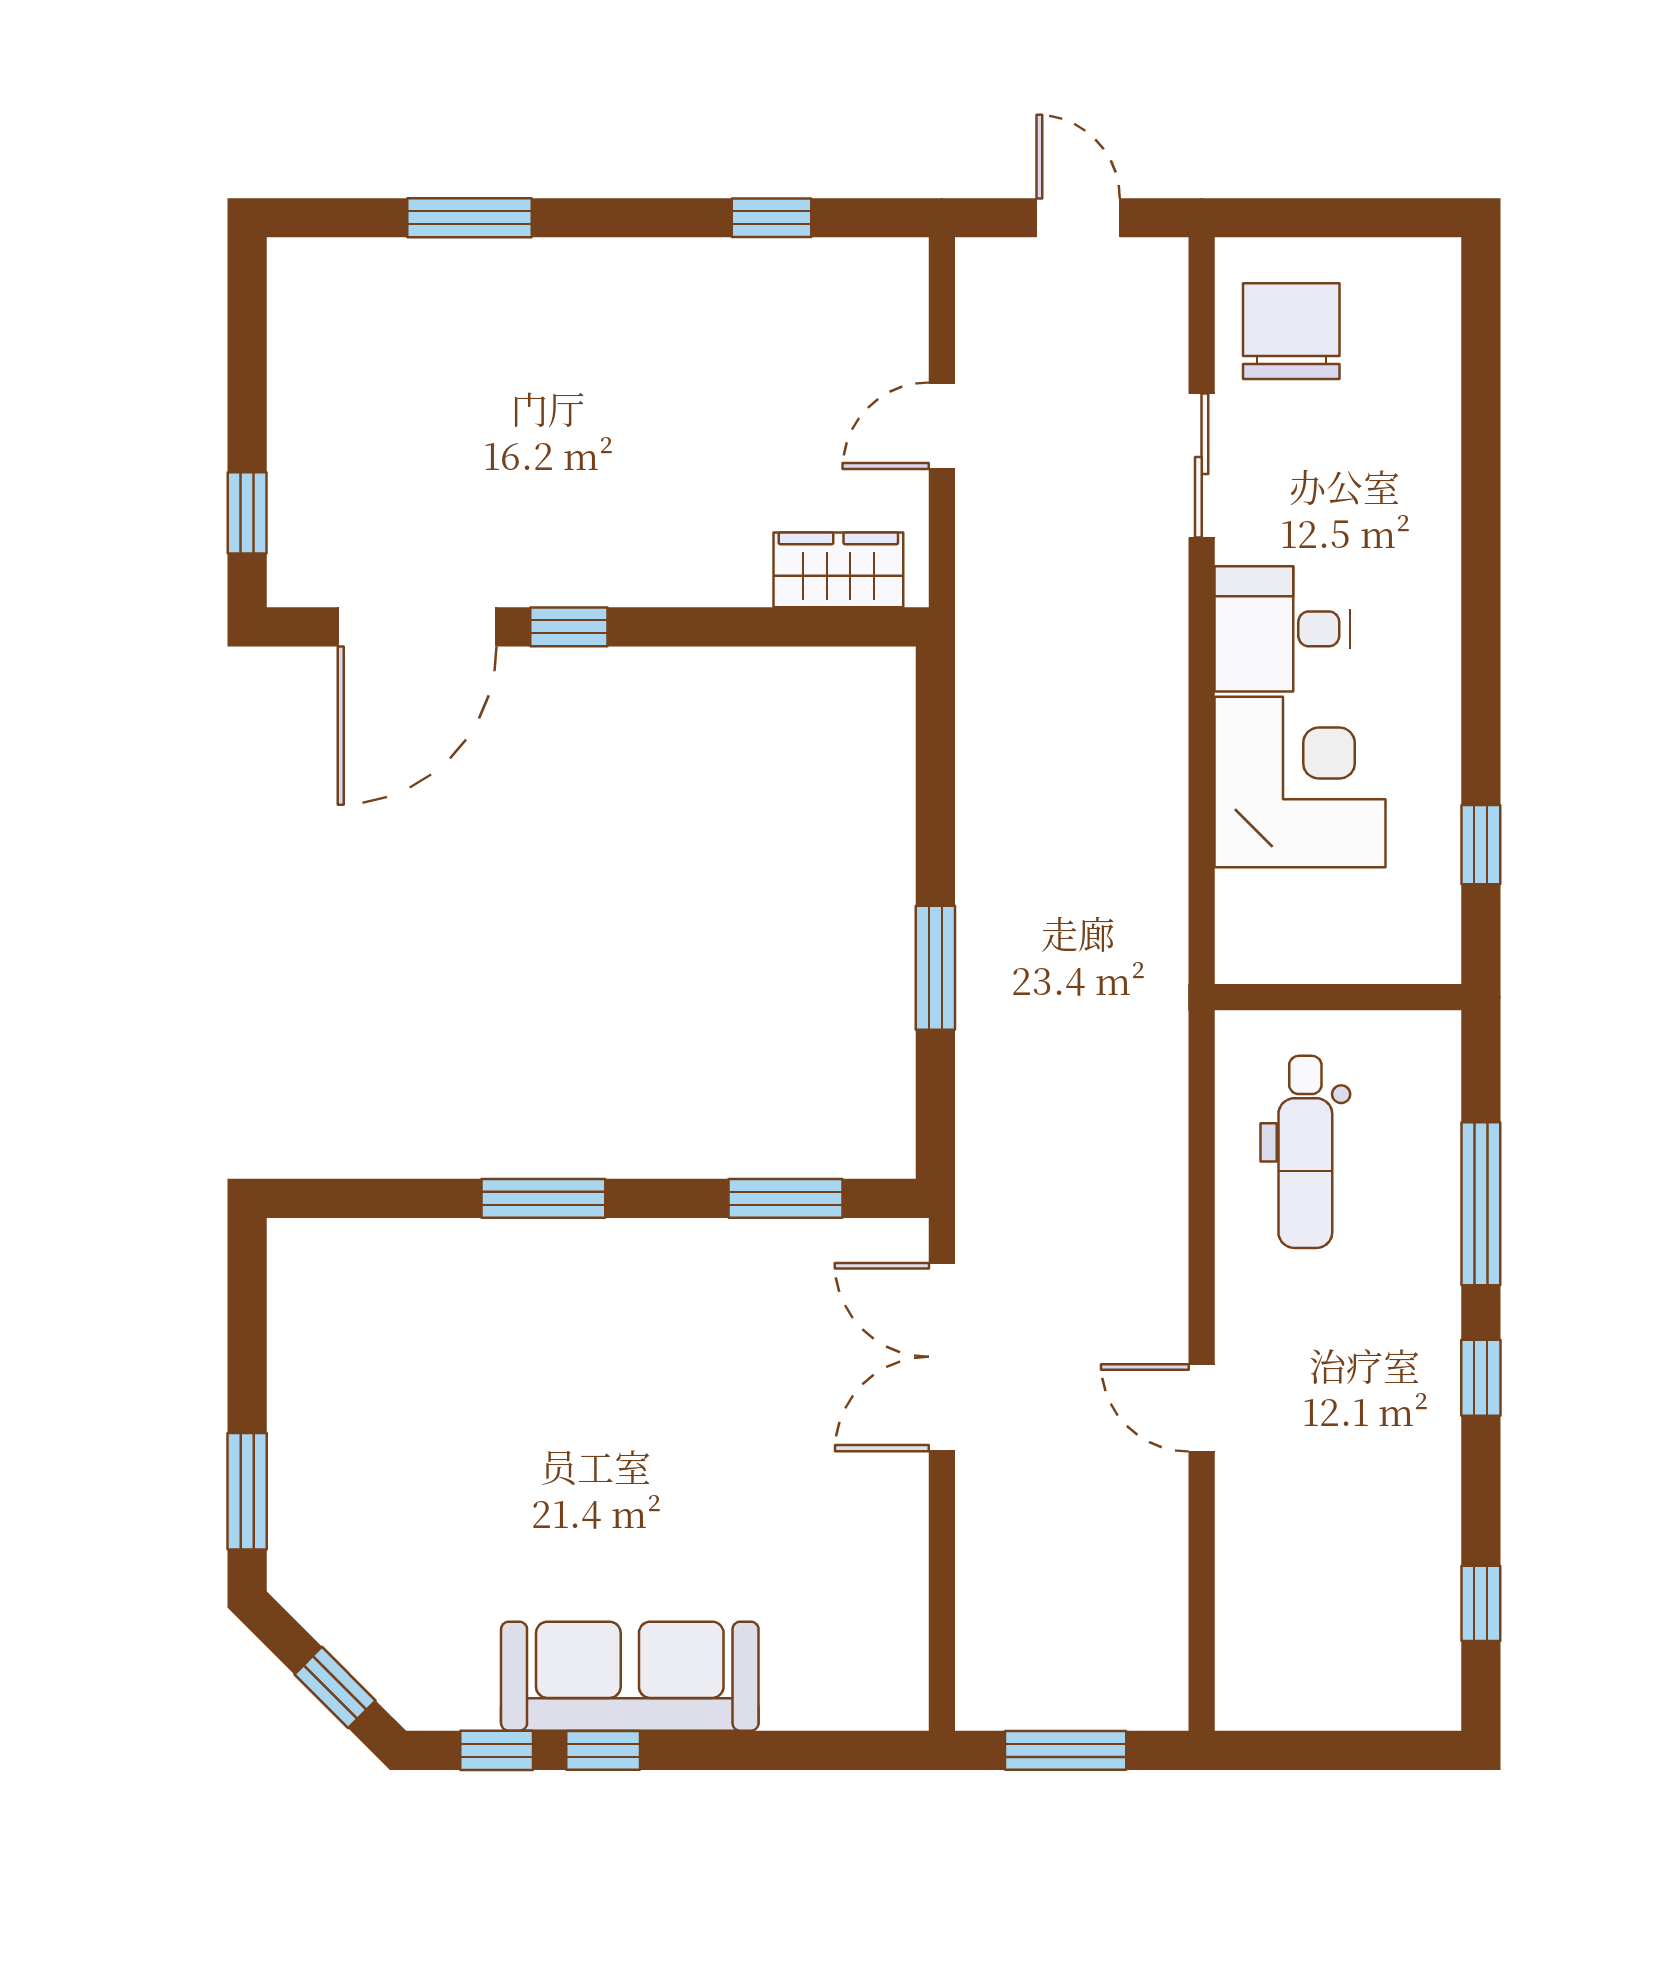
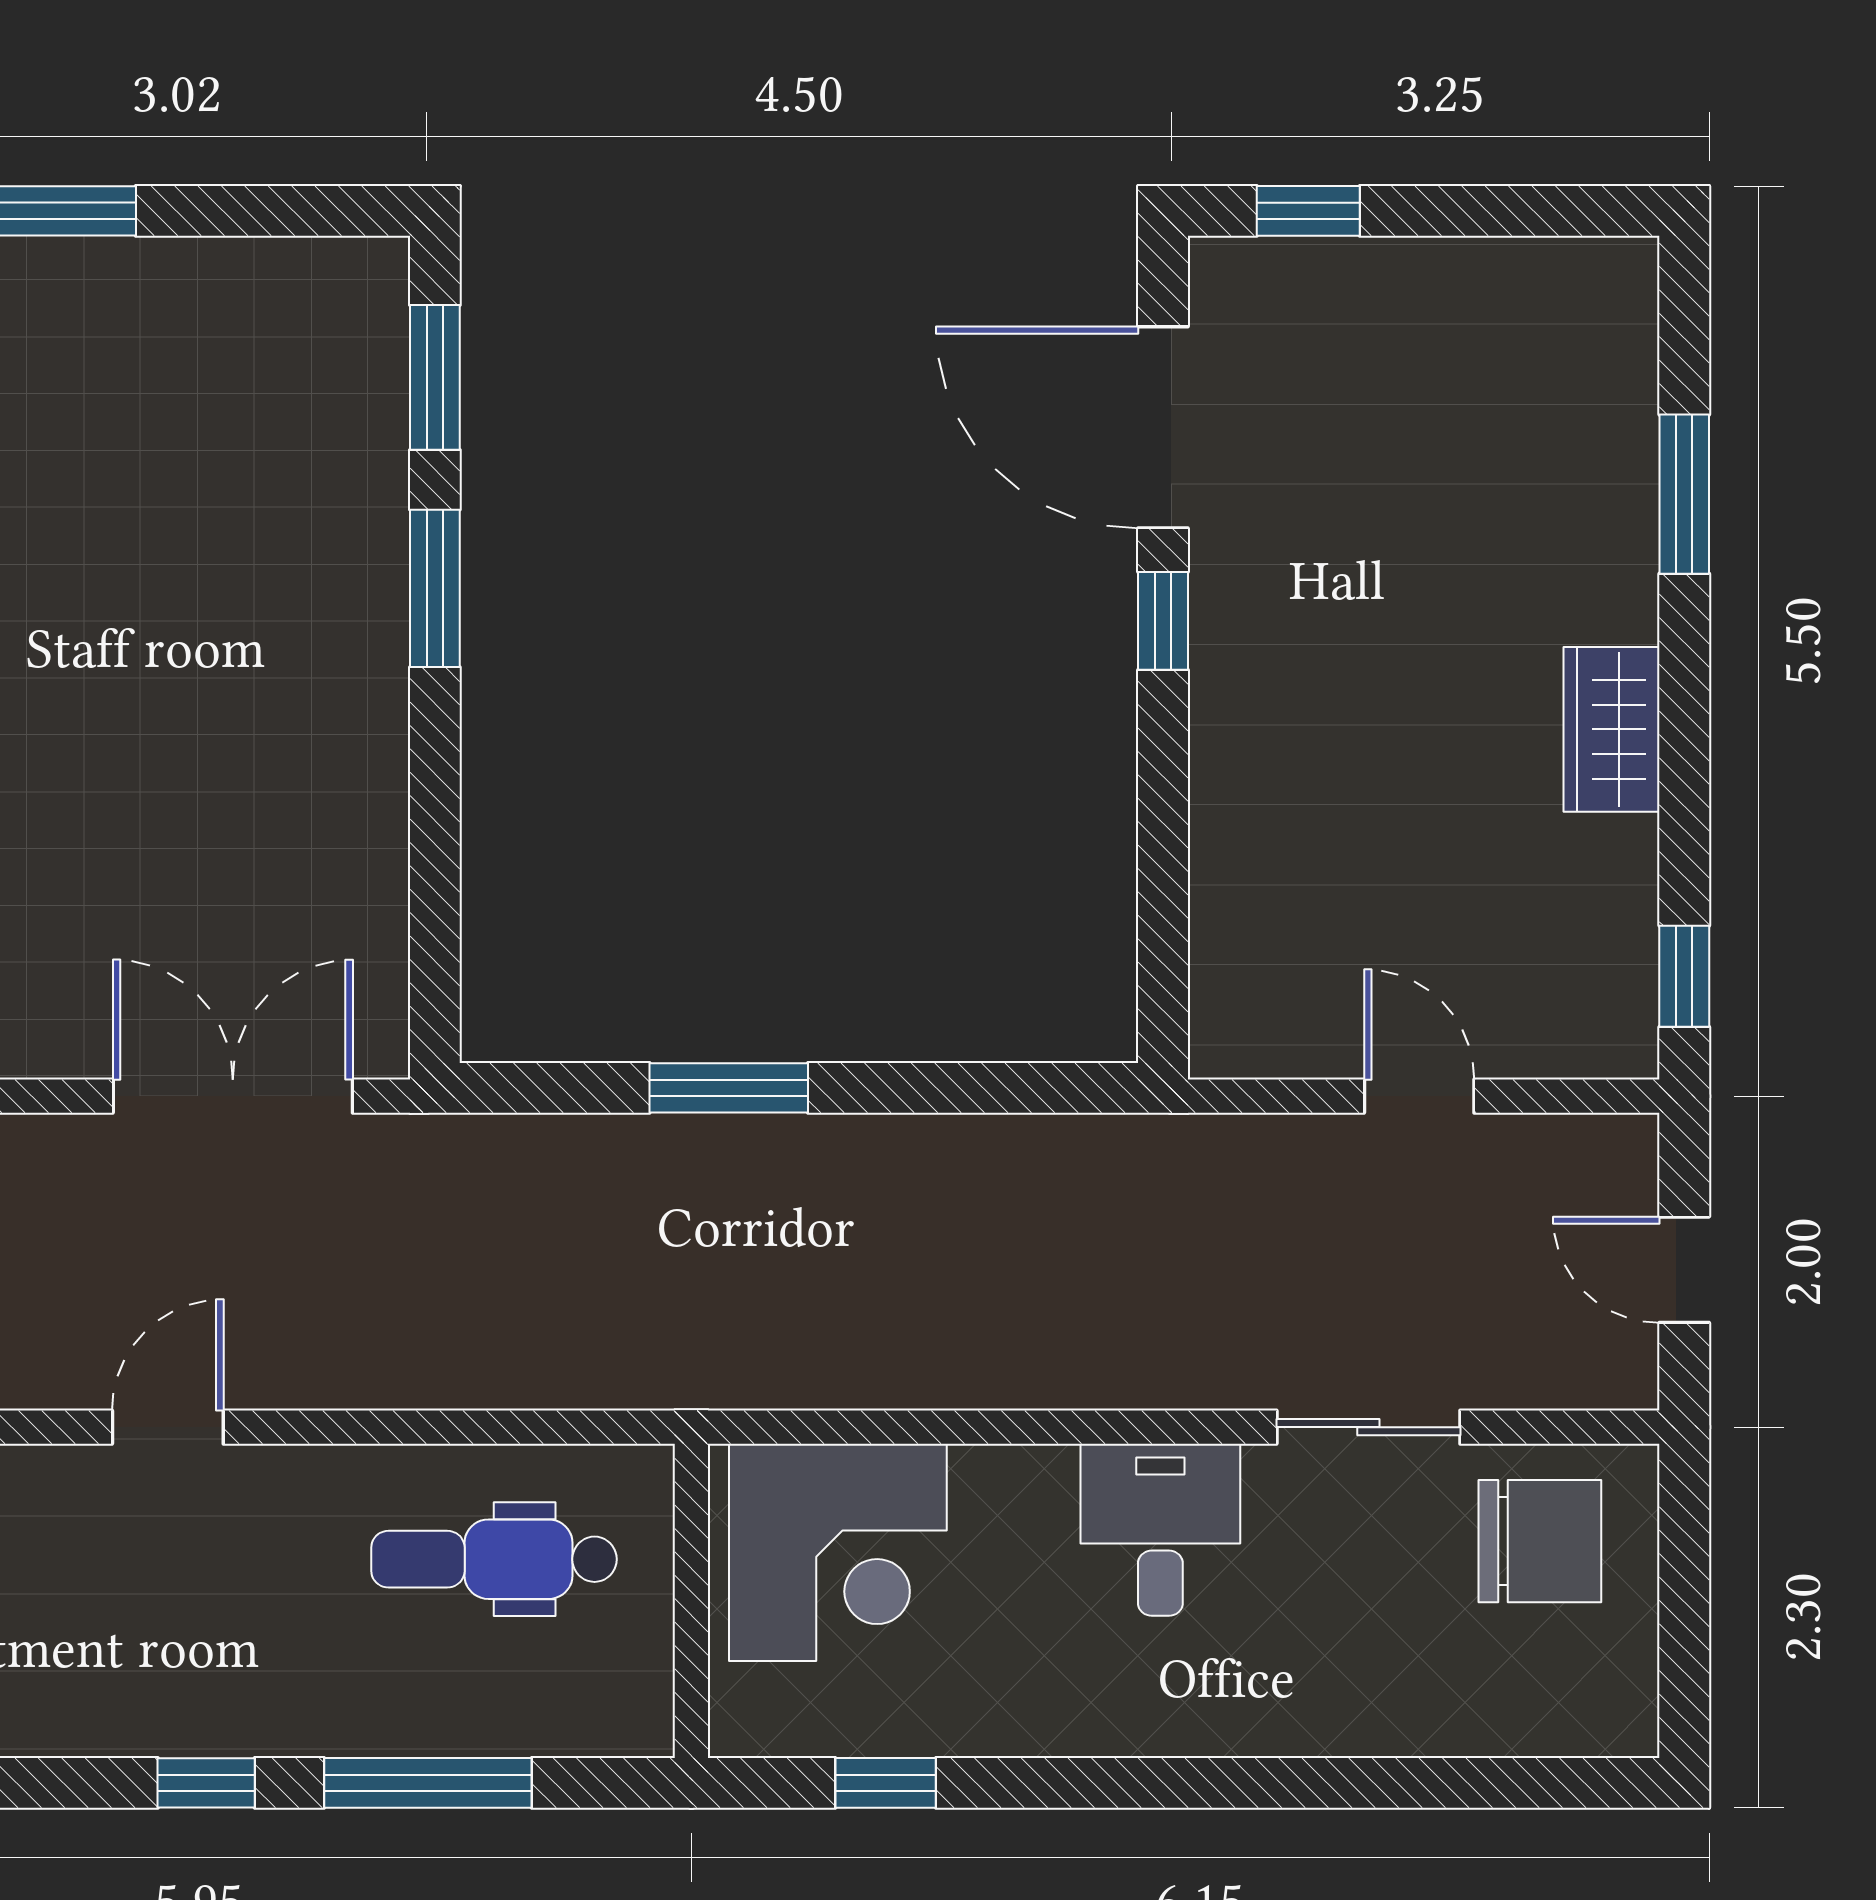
window: (772, 218) -> (1684, 976), moved
door: (1078, 218) -> (1684, 1270), swing flipped
wardrobe: (838, 570) -> (1612, 729), moved, turned 180
corner desk: (1300, 782) -> (838, 1552), moved
window: (785, 1198) -> (435, 377), moved

